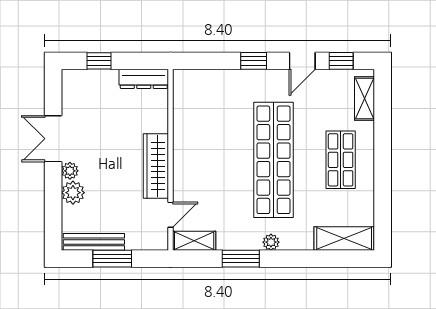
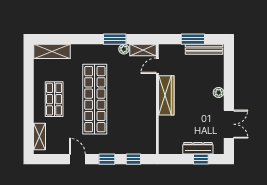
door: (302, 61) -> (77, 159), hinge flipped
window: (341, 61) -> (133, 159), moved
dresser: (144, 79) -> (198, 148), moved
double door: (53, 139) -> (229, 124), moved
plant: (73, 193) -> (217, 79), removed
plant: (271, 242) -> (124, 49), moved

